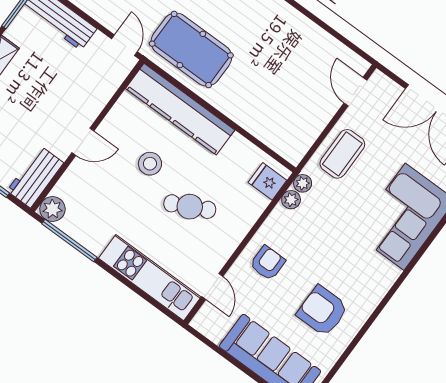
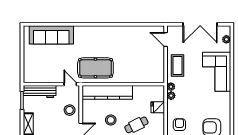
stool: (89, 91) -> (70, 110), added
fridge: (267, 181) -> (158, 107), moved

